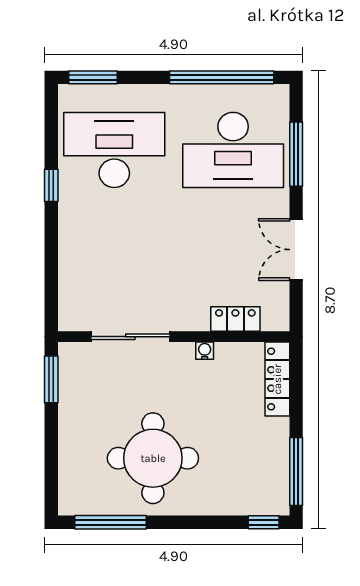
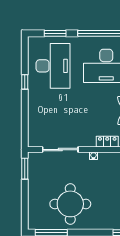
window: (93, 77) -> (55, 33), moved
desk: (114, 150) -> (53, 66), turned 90

